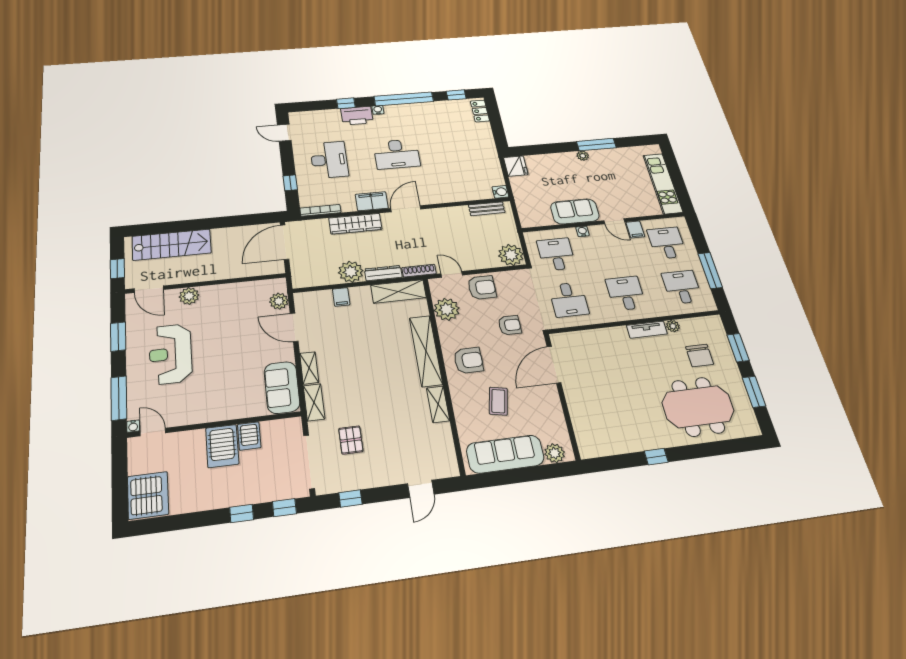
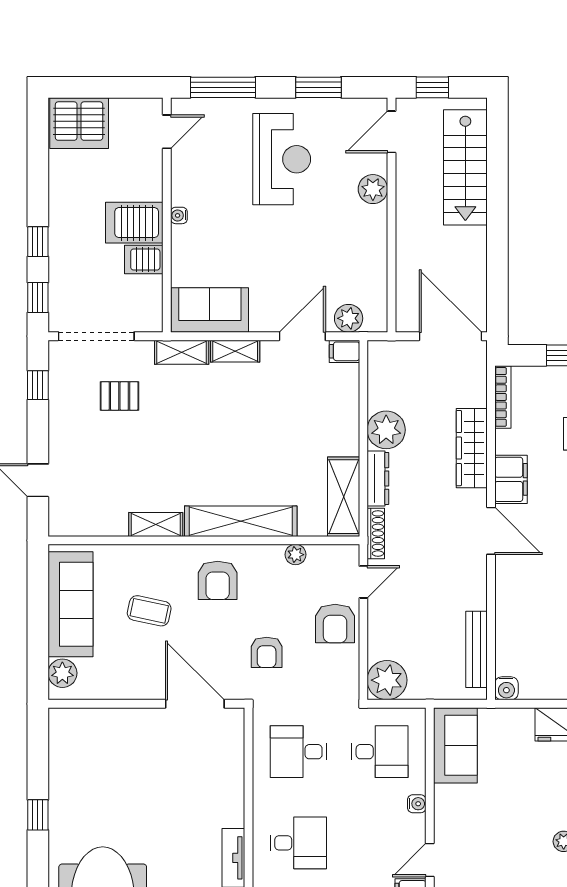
bench: (487, 209) -> (476, 649), width x1.36
sofa: (575, 211) -> (455, 745), moved
filing cabinet: (341, 297) -> (344, 351), moved
plant: (447, 309) -> (296, 555), width x0.53, depth x0.53
reception desk: (171, 354) -> (282, 159), turned 90
water cooler: (133, 426) -> (179, 215), moved

